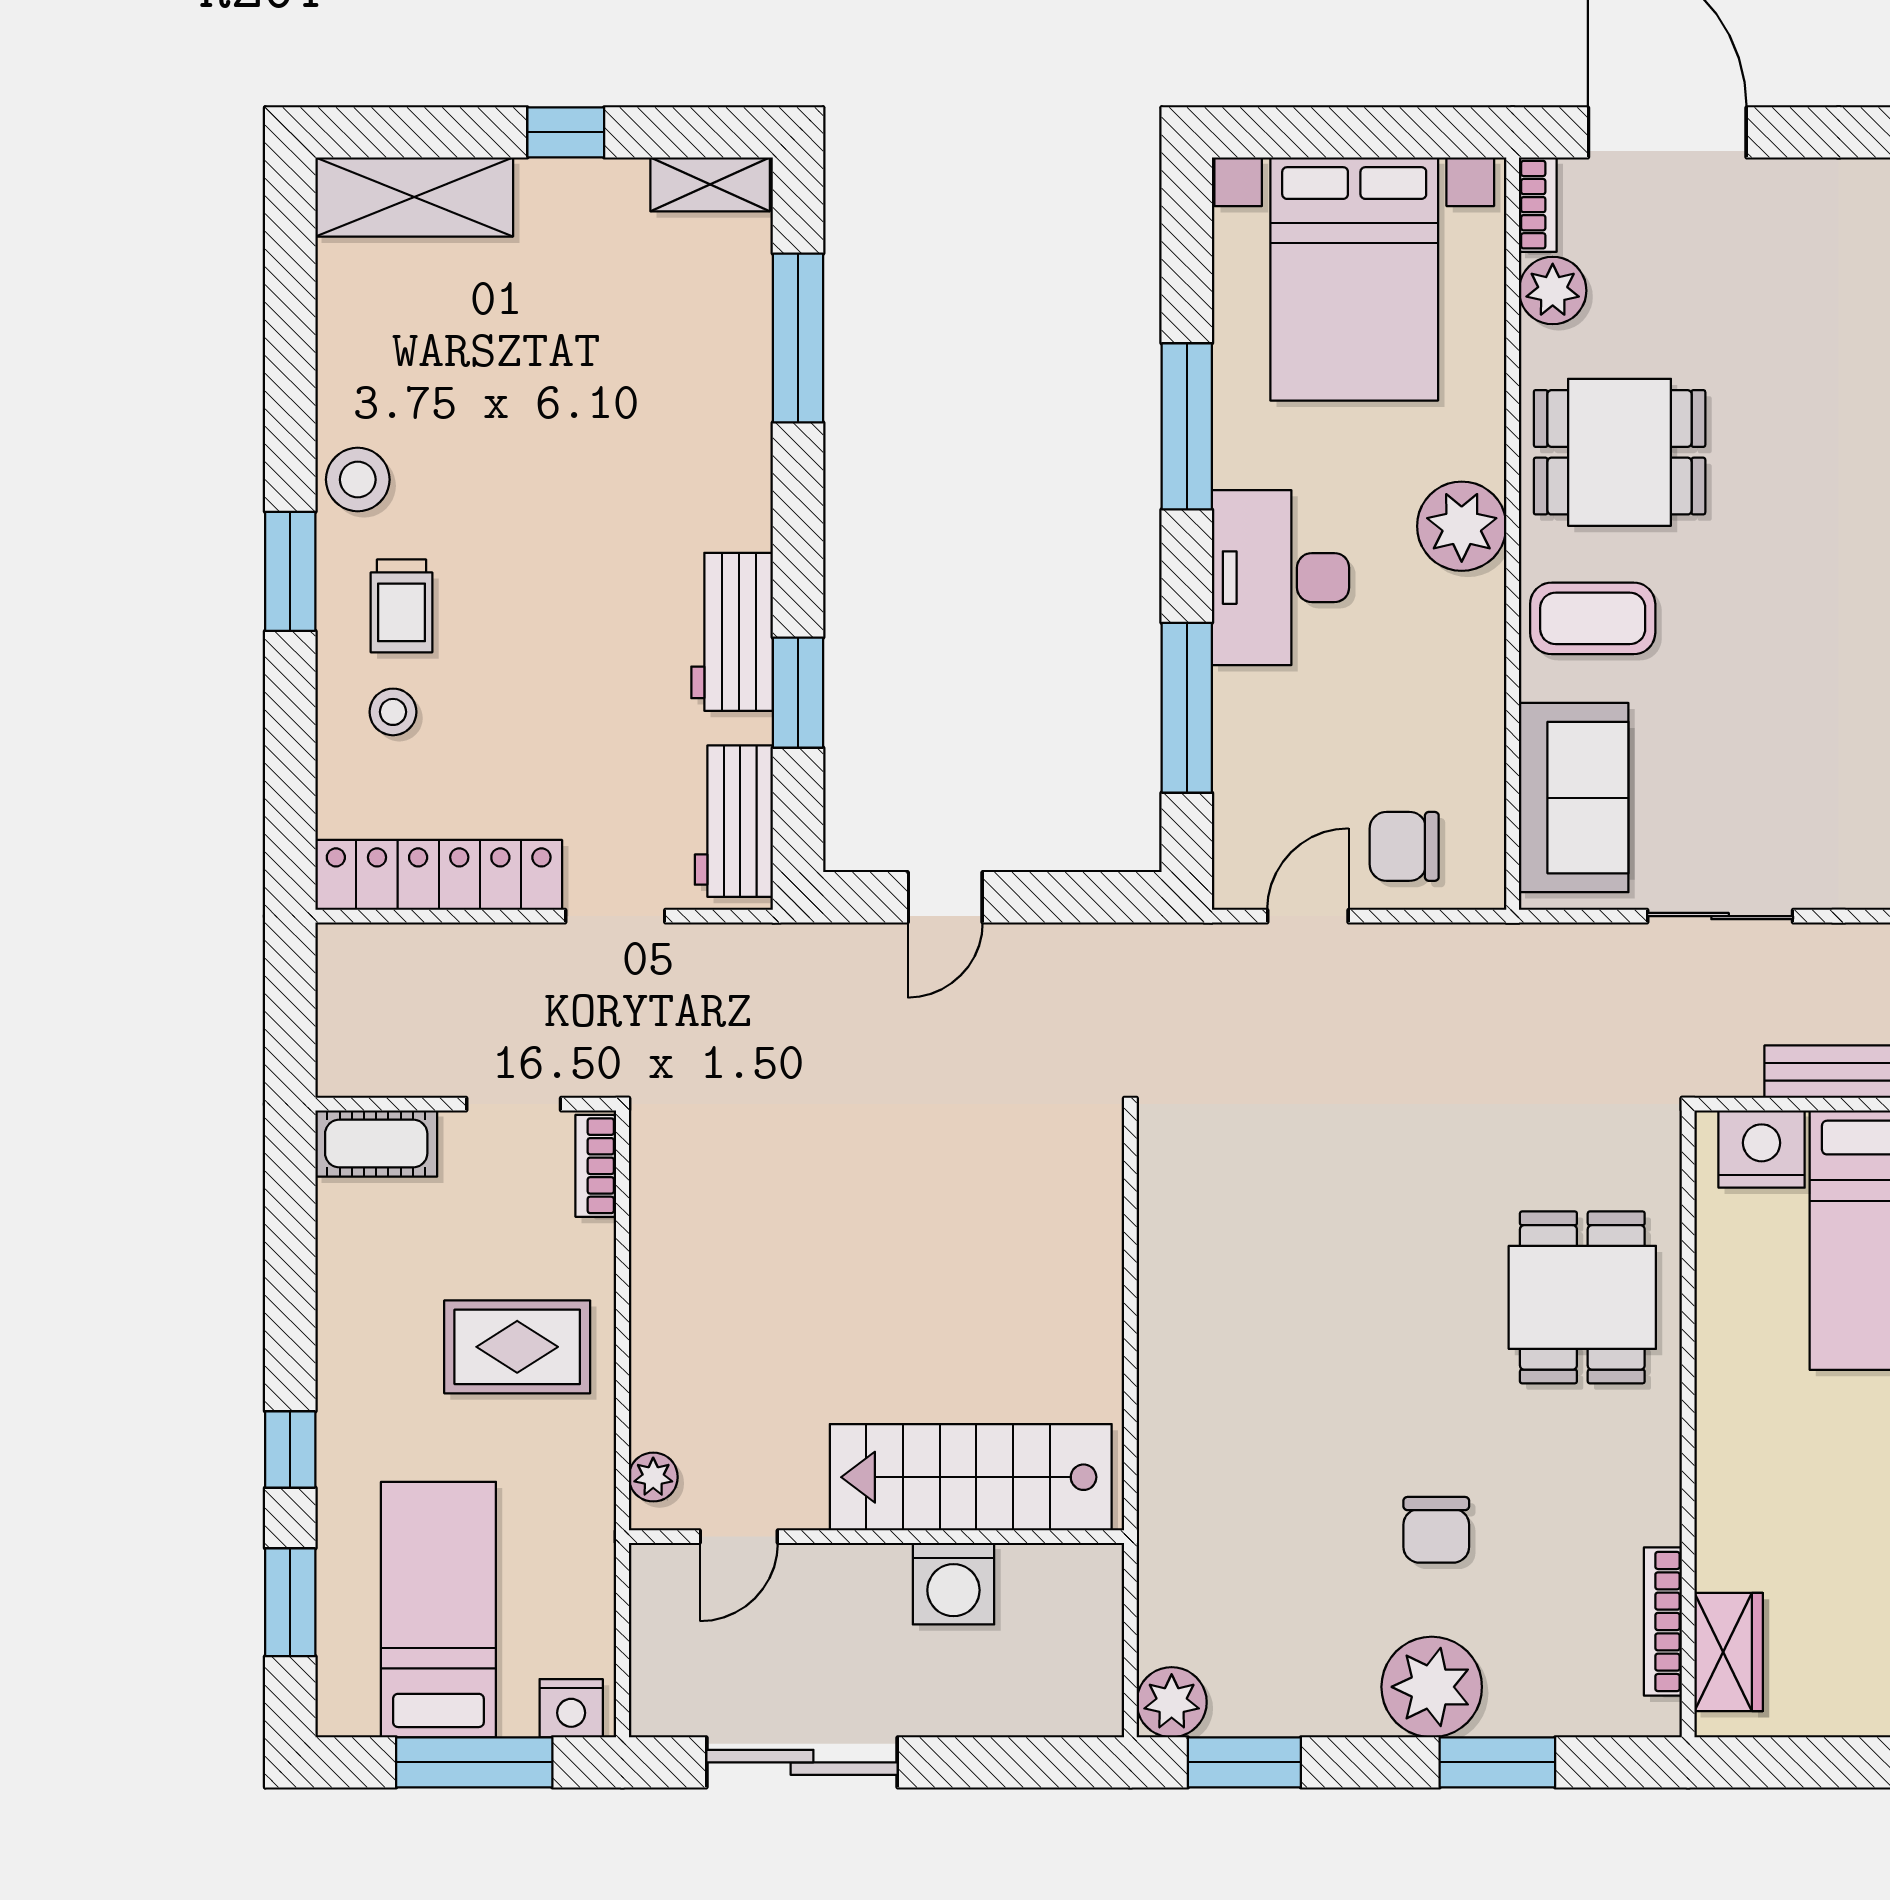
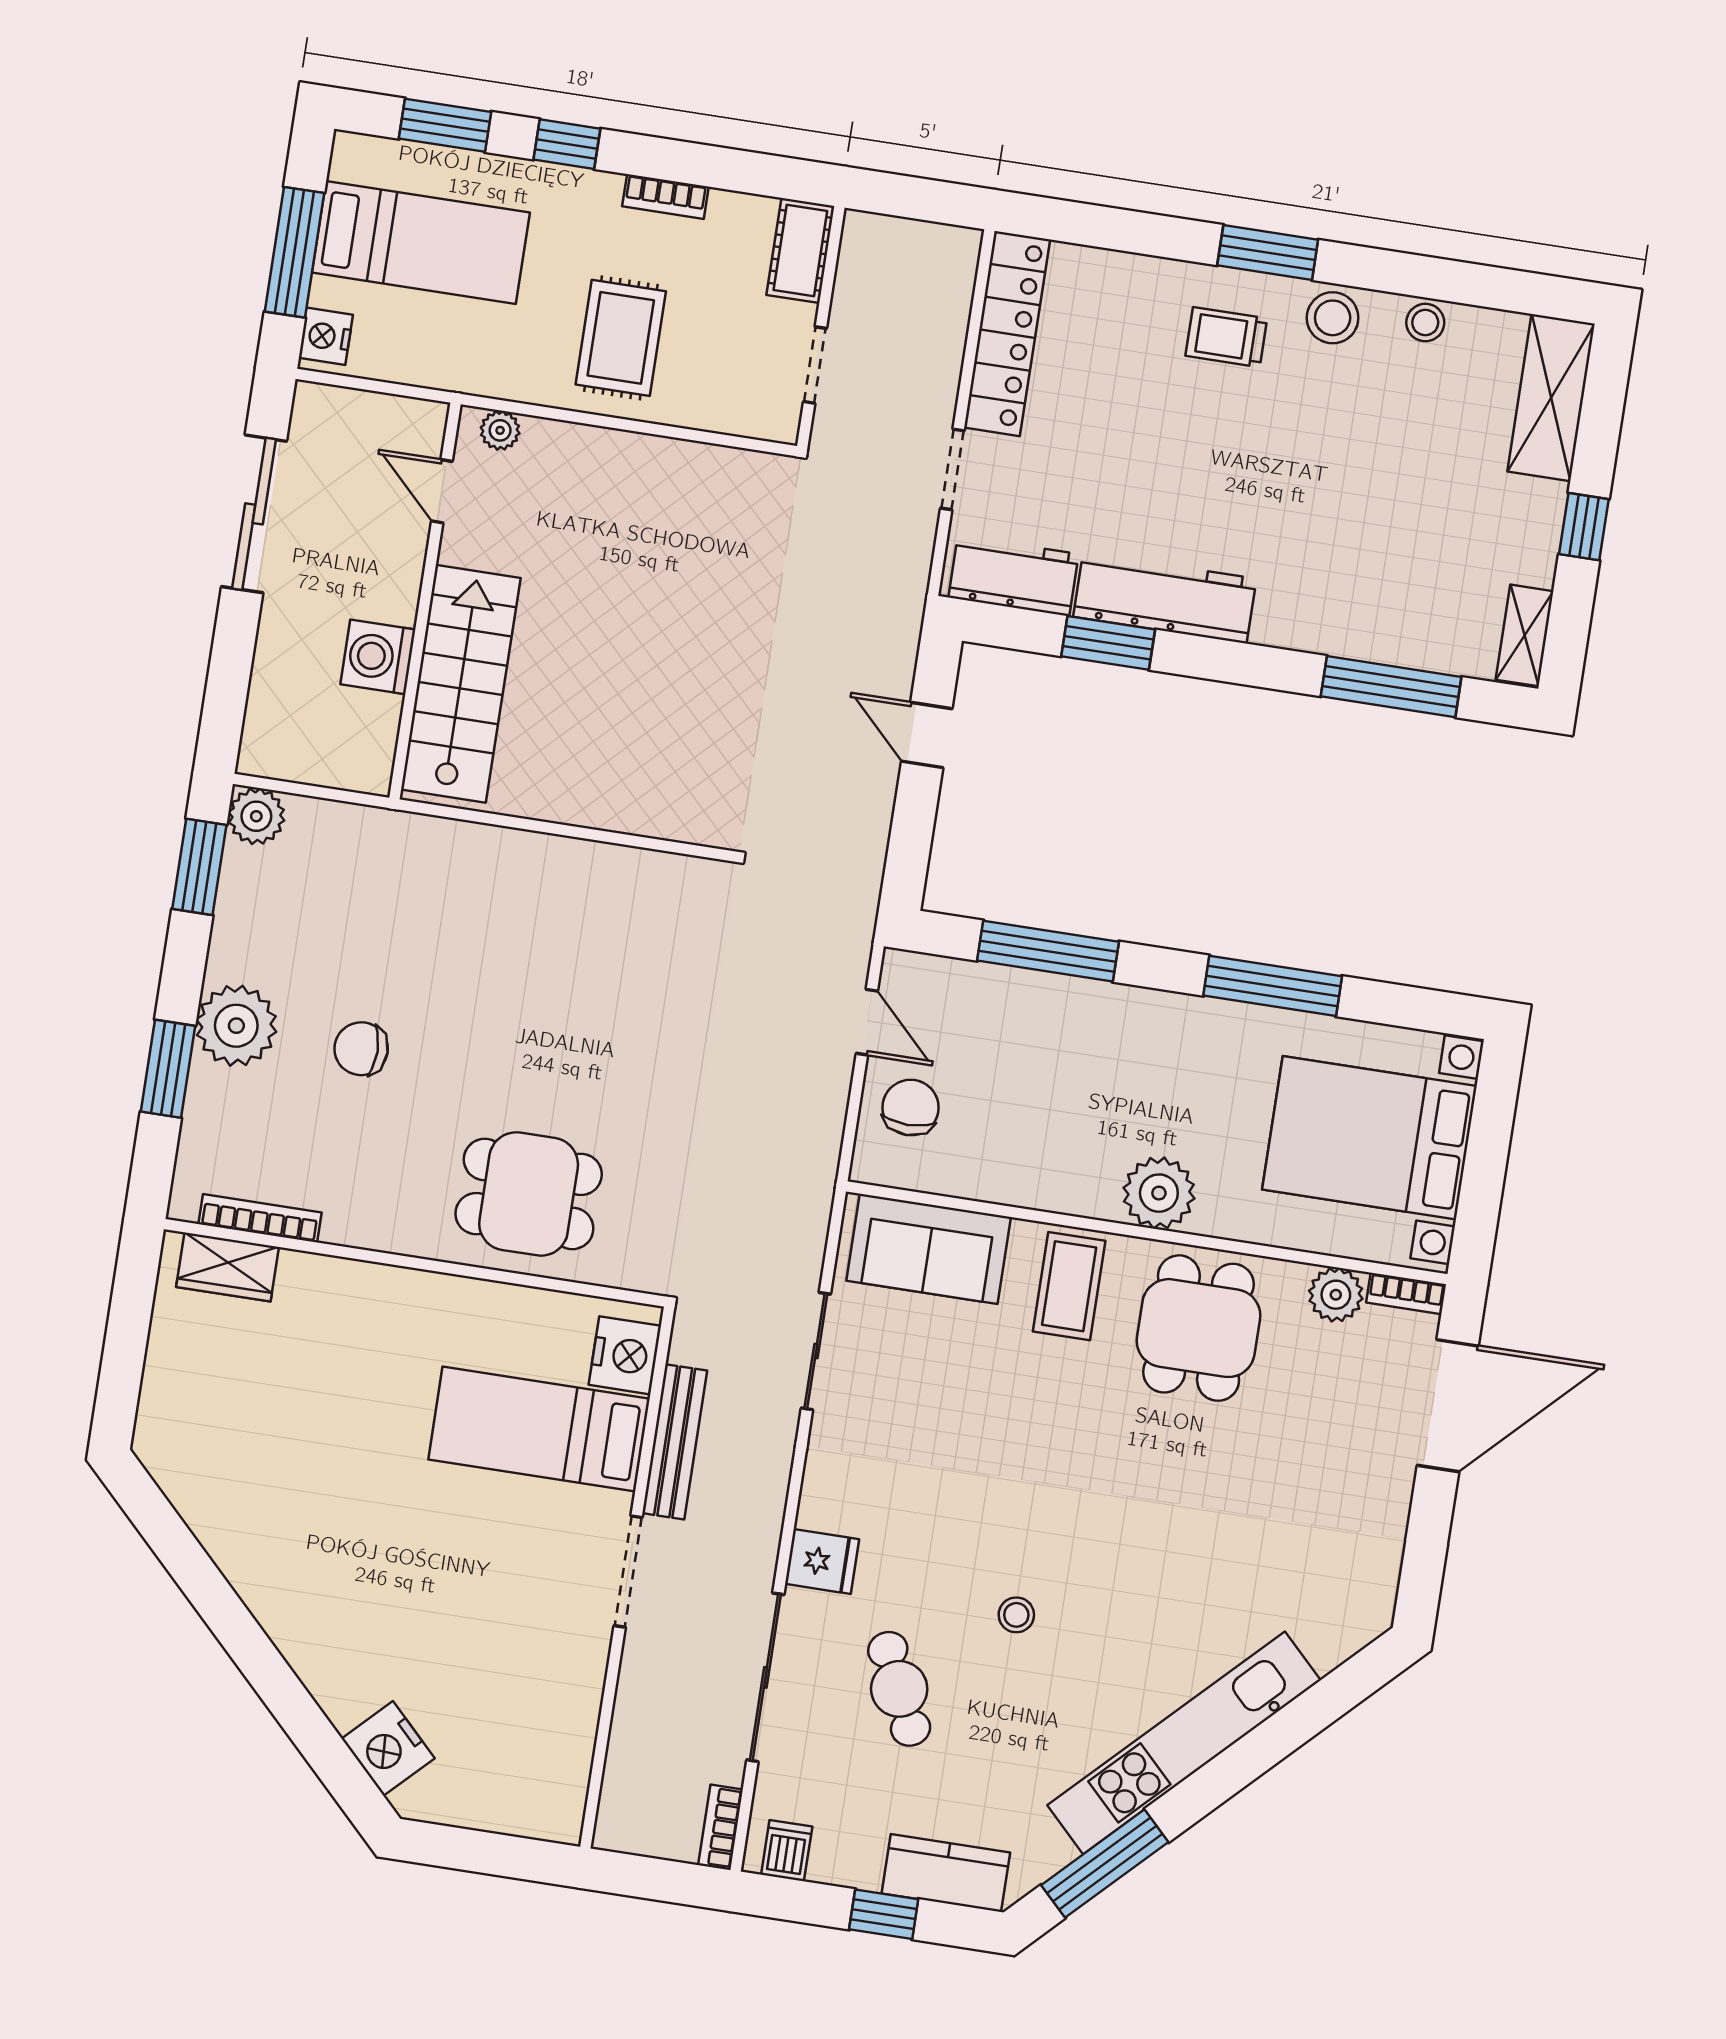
desk: (1280, 578) -> (1140, 1042), removed
workbench: (732, 632) -> (1165, 598), width x1.37
stool: (393, 712) -> (1425, 323), moved
bookcase: (596, 1166) -> (665, 196), moved, turned 180

